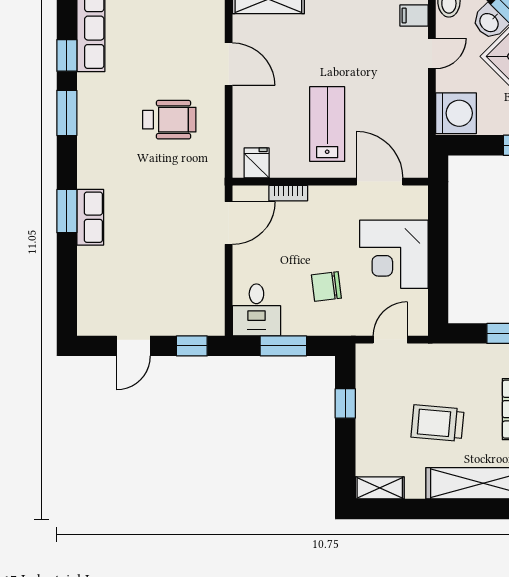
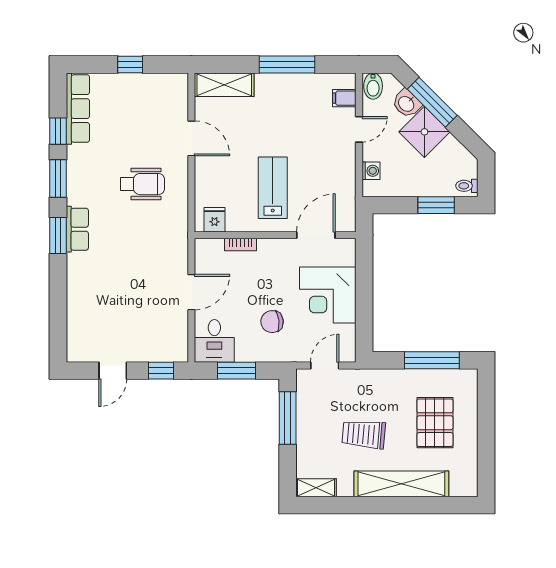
washing machine: (456, 113) -> (371, 171), width x0.53, depth x0.53
door: (380, 182) -> (316, 235), hinge flipped
window: (67, 211) -> (58, 236), moved
row of seats: (90, 217) -> (77, 229), moved
door: (229, 223) -> (191, 292), moved
window: (345, 403) -> (288, 418), width x2.17

